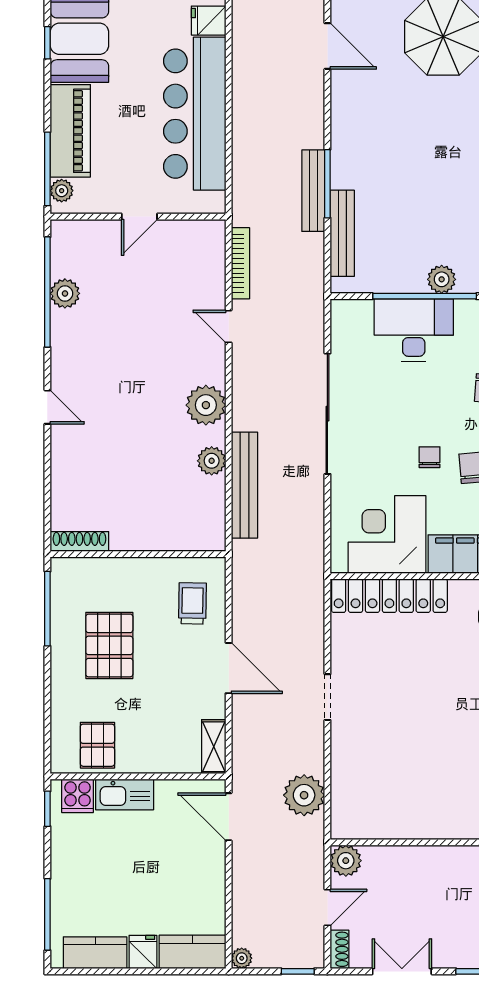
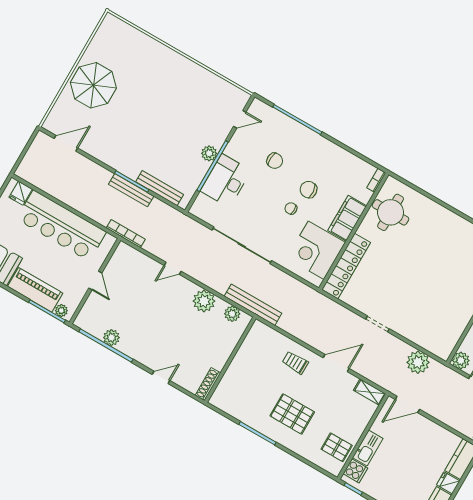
bookcase: (240, 263) -> (126, 234), moved
shoe rack: (79, 541) -> (208, 384), moved
wall: (138, 554) -> (230, 360), moved

